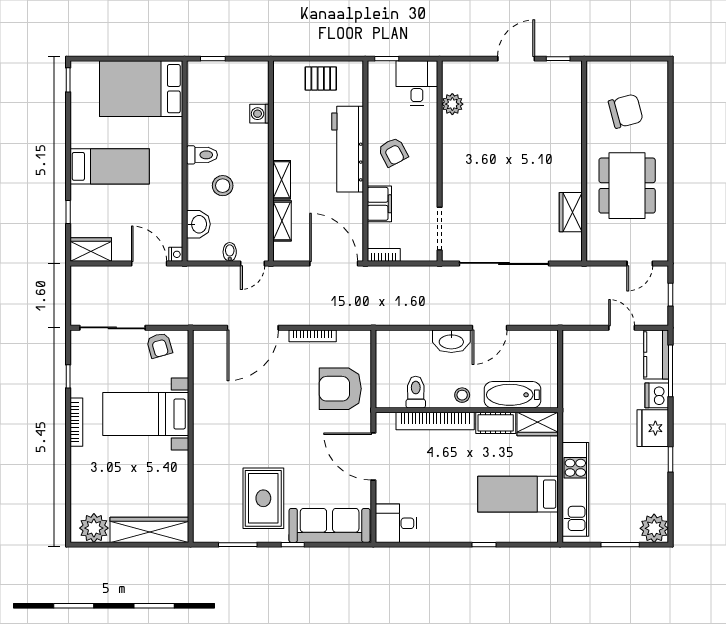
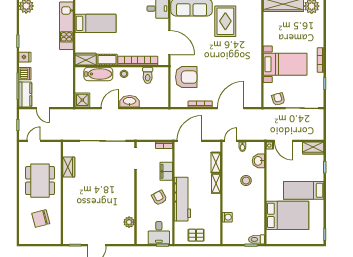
desk: (417, 83) -> (159, 233), moved
bed: (141, 89) -> (288, 215), moved
toilet: (202, 155) -> (257, 239), moved
door: (334, 263) -> (189, 141), swing flipped
shower: (544, 344) -> (82, 100), added
fridge: (653, 428) -> (25, 57), width x0.53, depth x0.75

